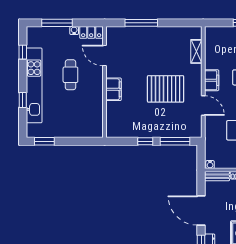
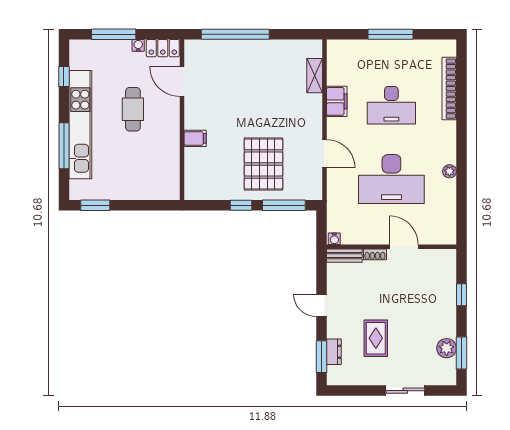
window: (141, 23) -> (235, 34), width x1.46
filing cabinet: (212, 80) -> (337, 101), moved
filing cabinet: (114, 89) -> (195, 138), width x0.50
pallet: (166, 89) -> (263, 164), moved, turned 90
window: (23, 100) -> (64, 146), width x2.17
door: (201, 211) -> (321, 305), width x0.53

